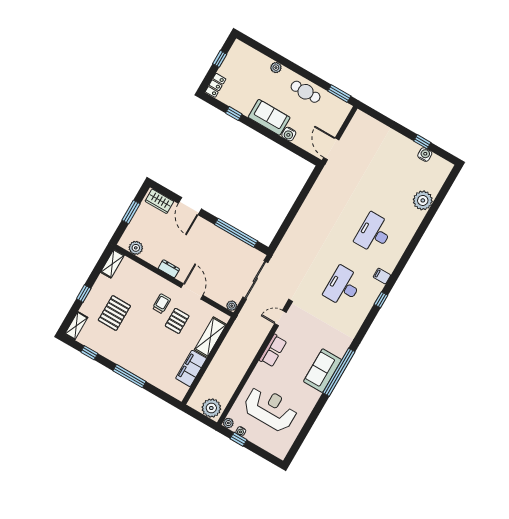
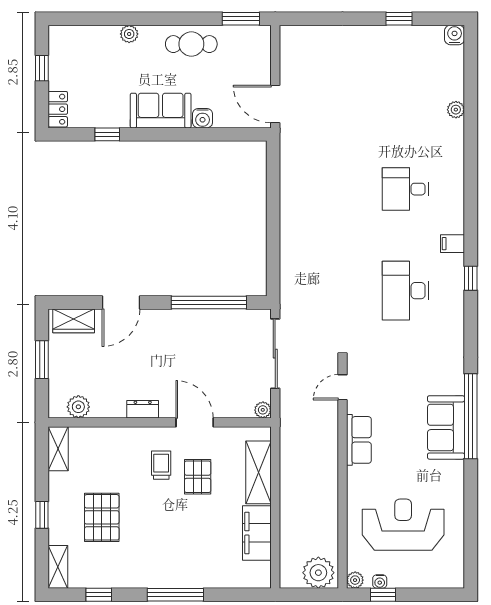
water cooler: (425, 155) -> (455, 35), moved
plant: (423, 200) -> (456, 110), width x0.53, depth x0.53
door: (190, 206) -> (121, 303), hinge flipped
desk: (374, 233) -> (406, 189), width x0.73

